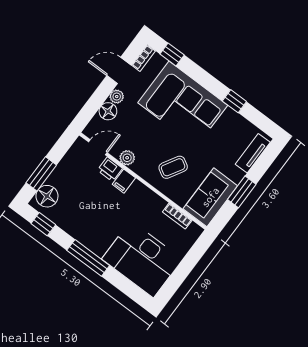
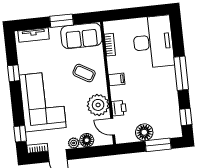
plant: (127, 158) -> (98, 105), width x1.88, depth x1.88
filing cabinet: (124, 181) -> (117, 79), moved
floor lamp: (47, 196) -> (144, 132), moved

